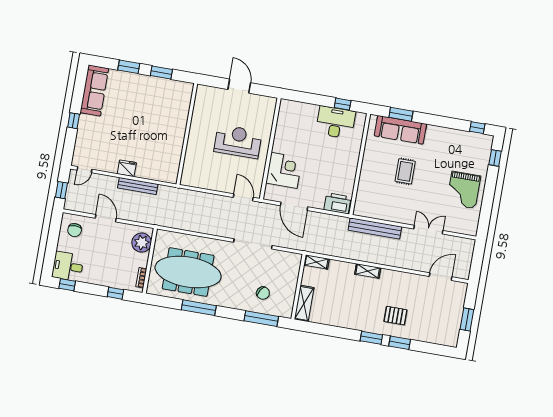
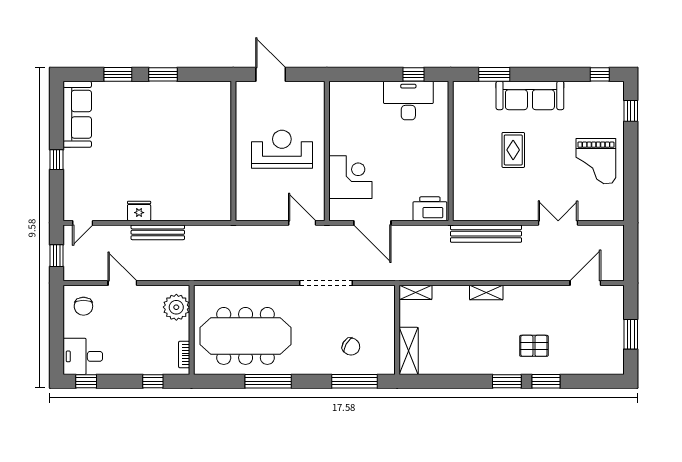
sofa: (400, 130) -> (530, 95), moved
wall: (187, 134) -> (233, 151), moved

